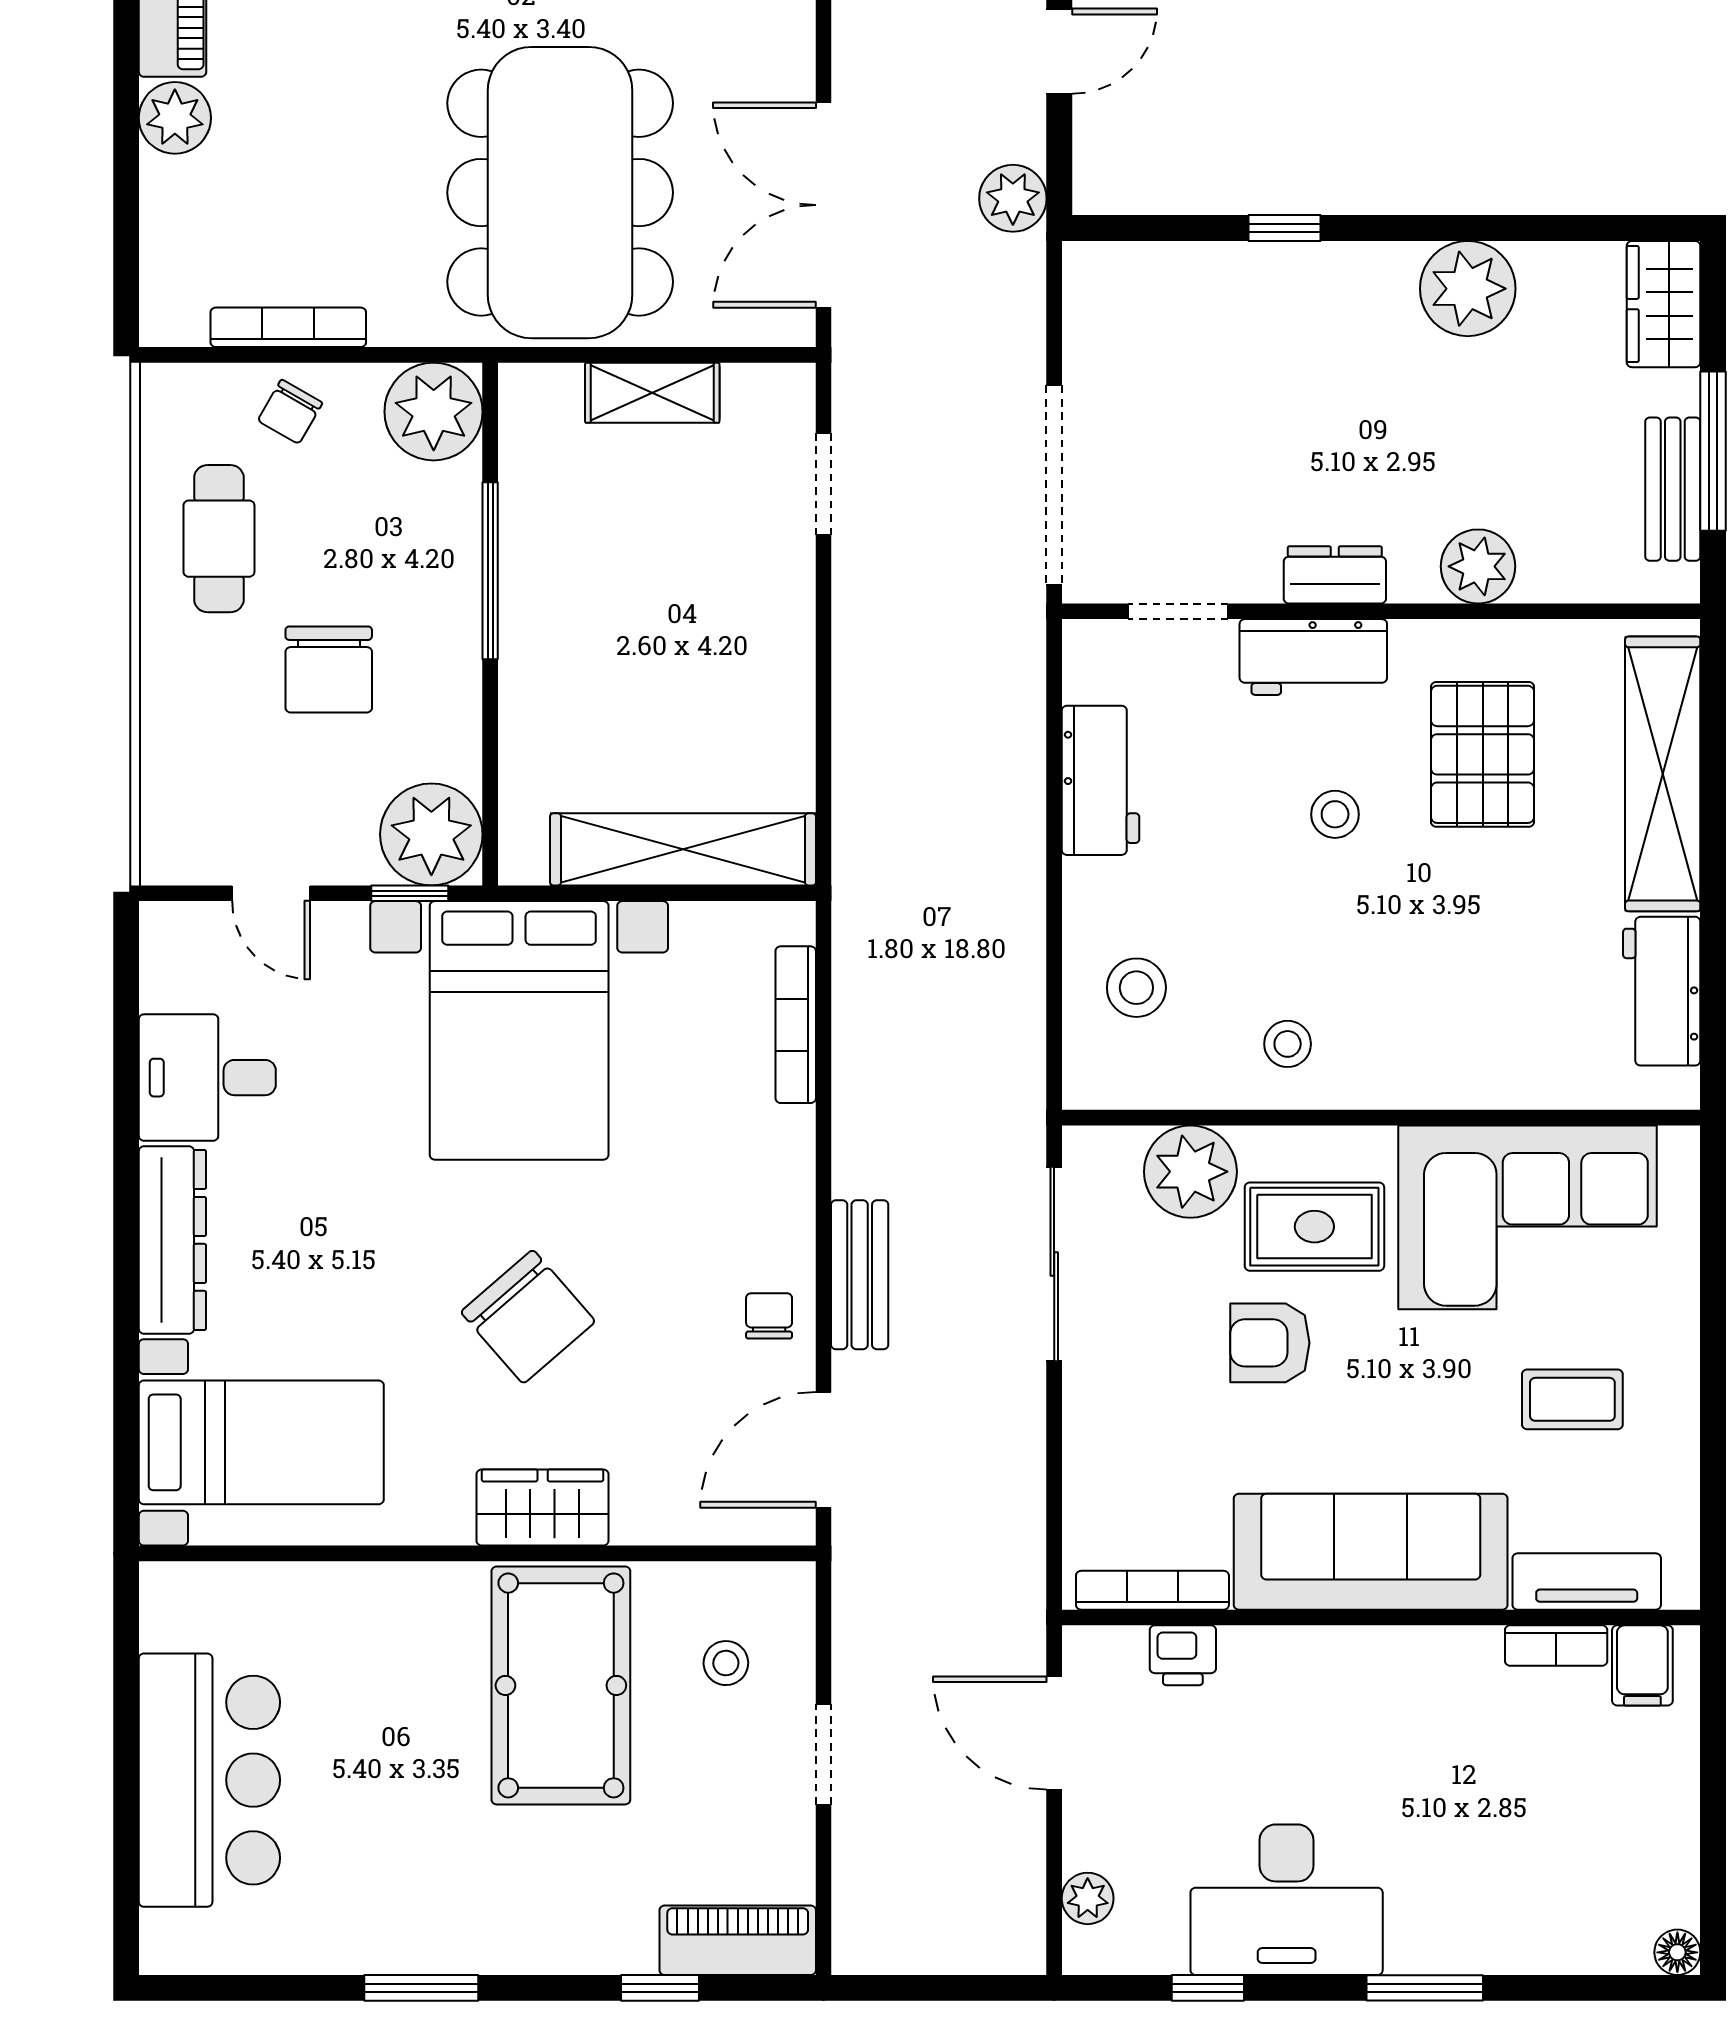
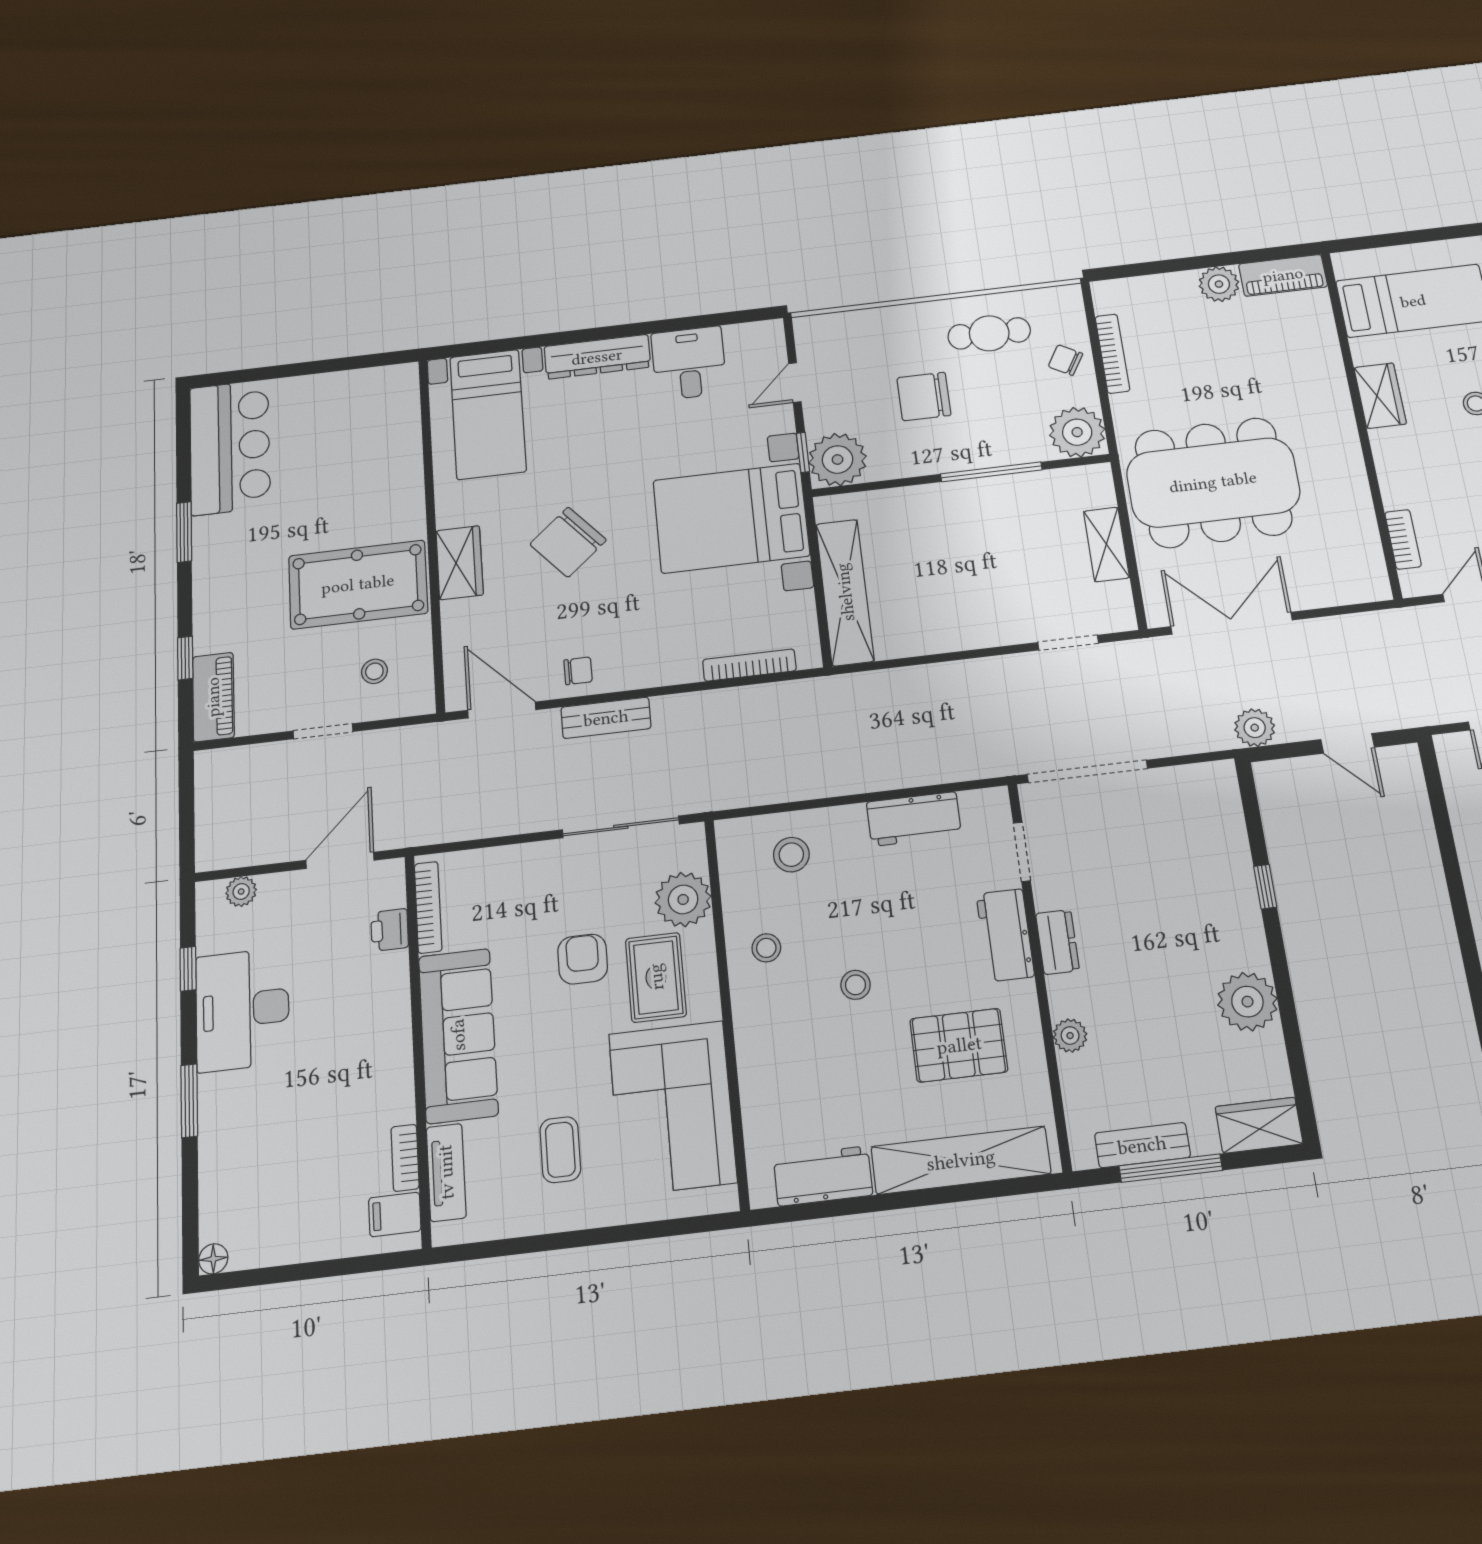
plant: (1478, 566) -> (1070, 1036), width x0.73, depth x0.73
stool: (1335, 814) -> (856, 985), moved
bar counter: (209, 1780) -> (230, 447), moved, turned -90

